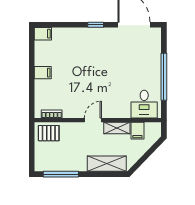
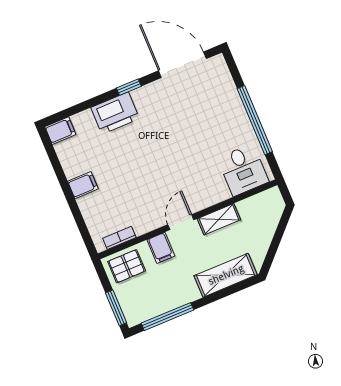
printer: (81, 37) -> (115, 113), added
filing cabinet: (137, 131) -> (161, 248), moved
window: (32, 156) -> (116, 308), added

